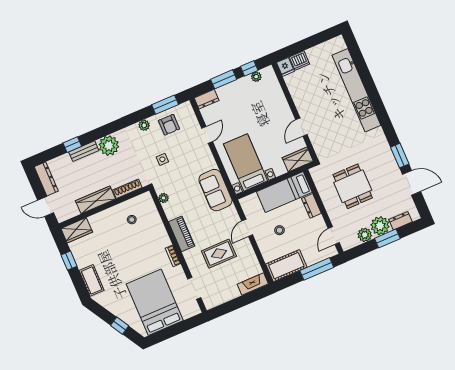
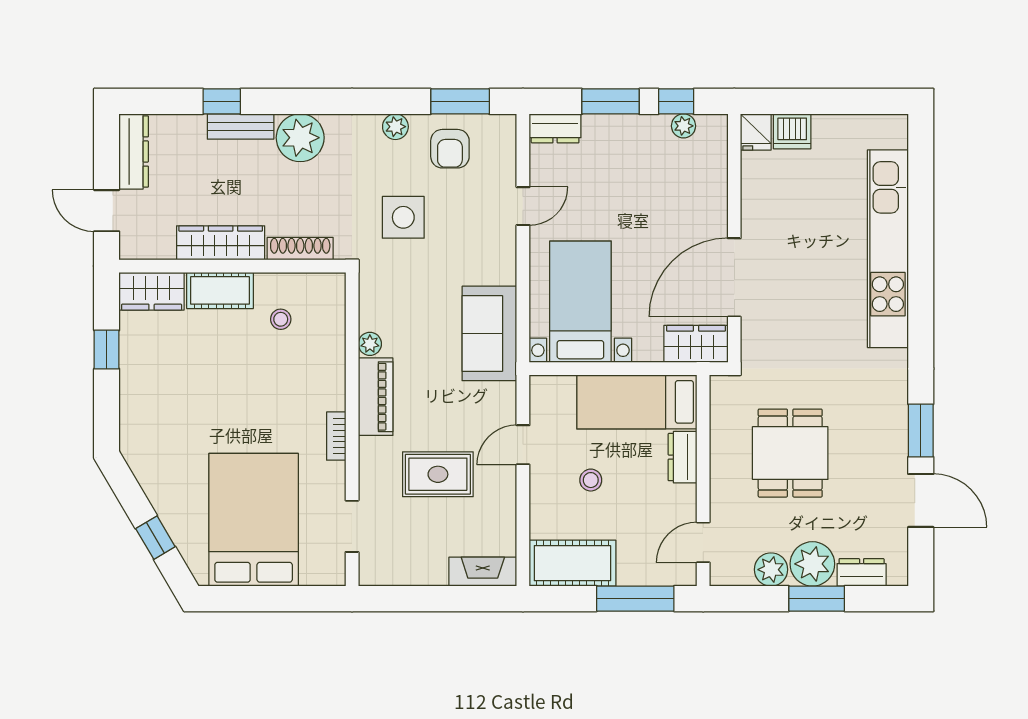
door: (301, 127) -> (734, 277), width x1.88
side table: (162, 159) -> (403, 217), width x1.87, depth x1.87
plant: (164, 198) -> (370, 344), moved
cot: (92, 280) -> (220, 290), moved, turned 90

